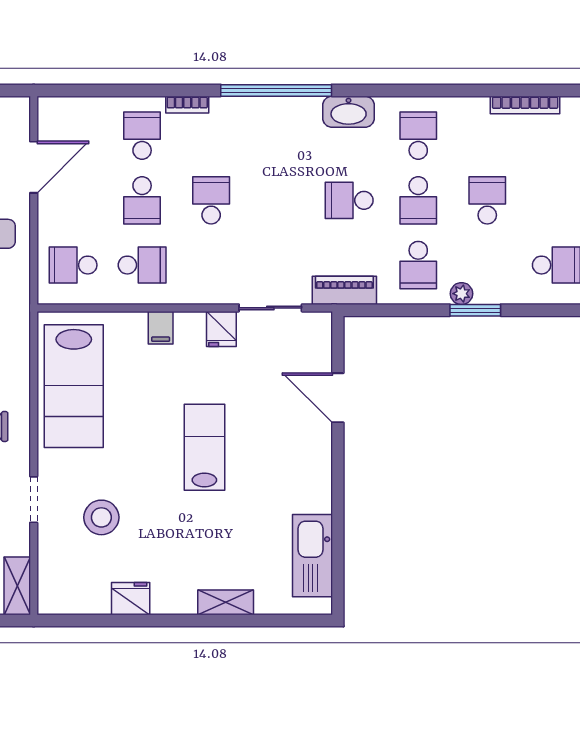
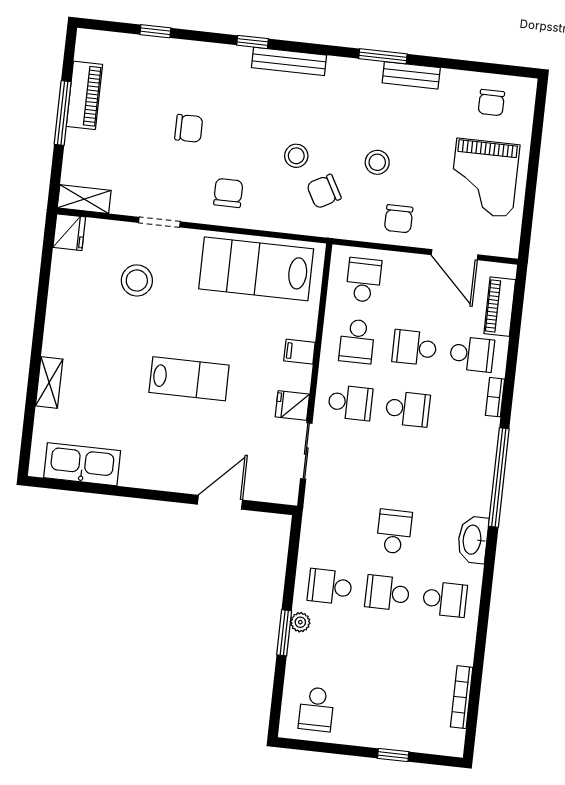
school desk: (487, 200) -> (350, 403), moved
piano: (344, 290) -> (500, 307), moved, turned 180
fridge: (131, 599) -> (69, 232), moved

